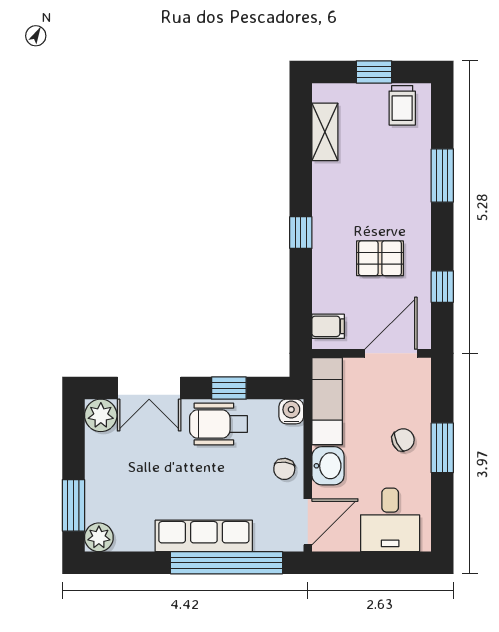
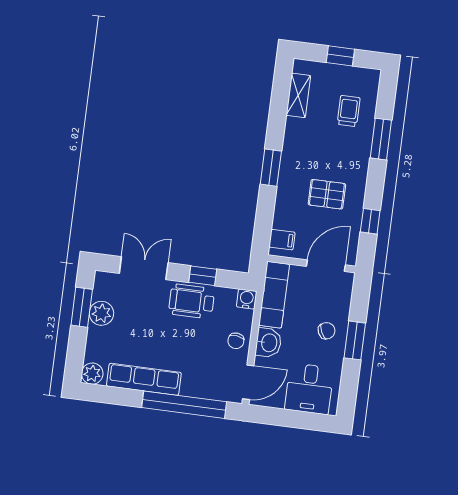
trolley: (402, 105) -> (349, 111), moved, turned 180
window: (301, 233) -> (271, 168), width x1.50
double door: (149, 388) -> (144, 268), swing flipped
plant: (101, 415) -> (101, 313), moved
window: (73, 505) -> (82, 307), moved
row of seats: (204, 536) -> (144, 379), moved

